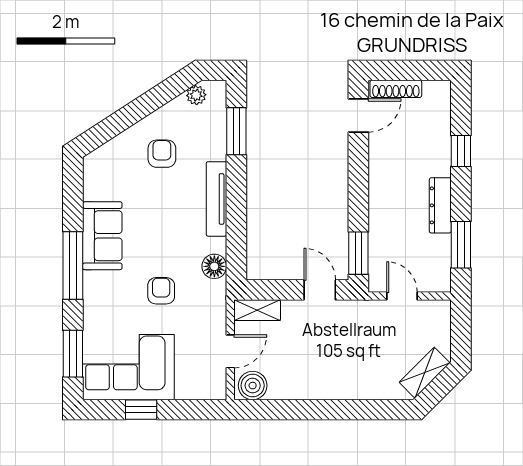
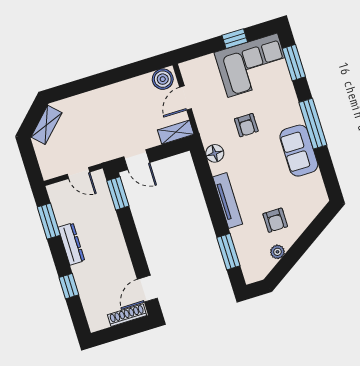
plant: (196, 95) -> (277, 252), moved

